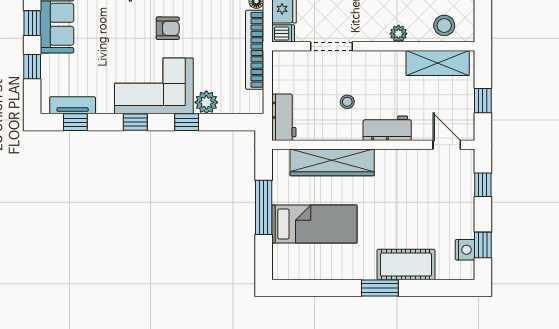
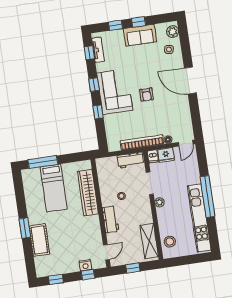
plant: (399, 34) -> (160, 202), moved
plant: (206, 102) -> (110, 121), removed
workbench: (284, 117) -> (130, 160), moved
window: (264, 207) -> (43, 162), moved
nightstand: (465, 250) -> (85, 265), moved

